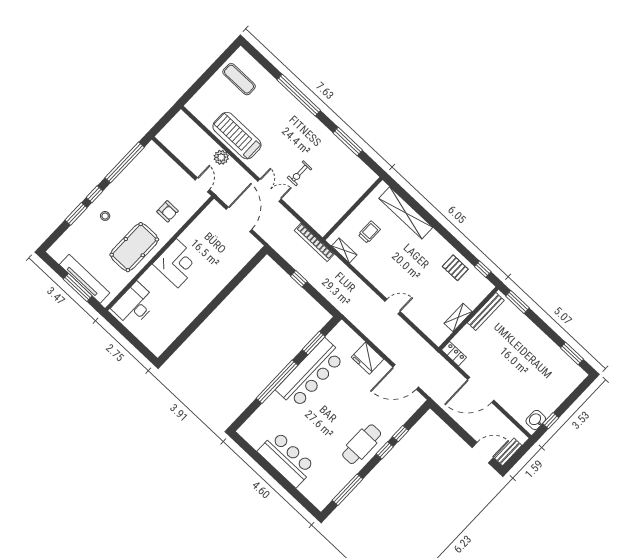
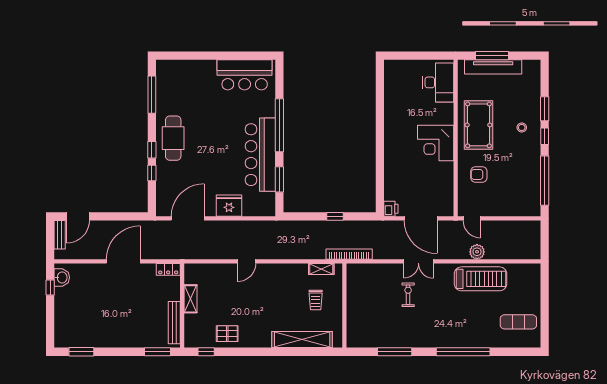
printer: (254, 246) -> (391, 209), added
bar counter: (287, 459) -> (245, 75), moved

